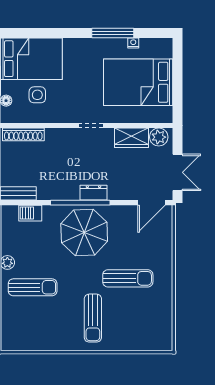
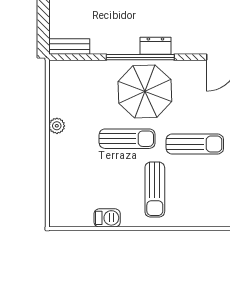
barbecue: (30, 213) -> (107, 218), moved, turned 180
sun lounger: (33, 287) -> (127, 139), moved

